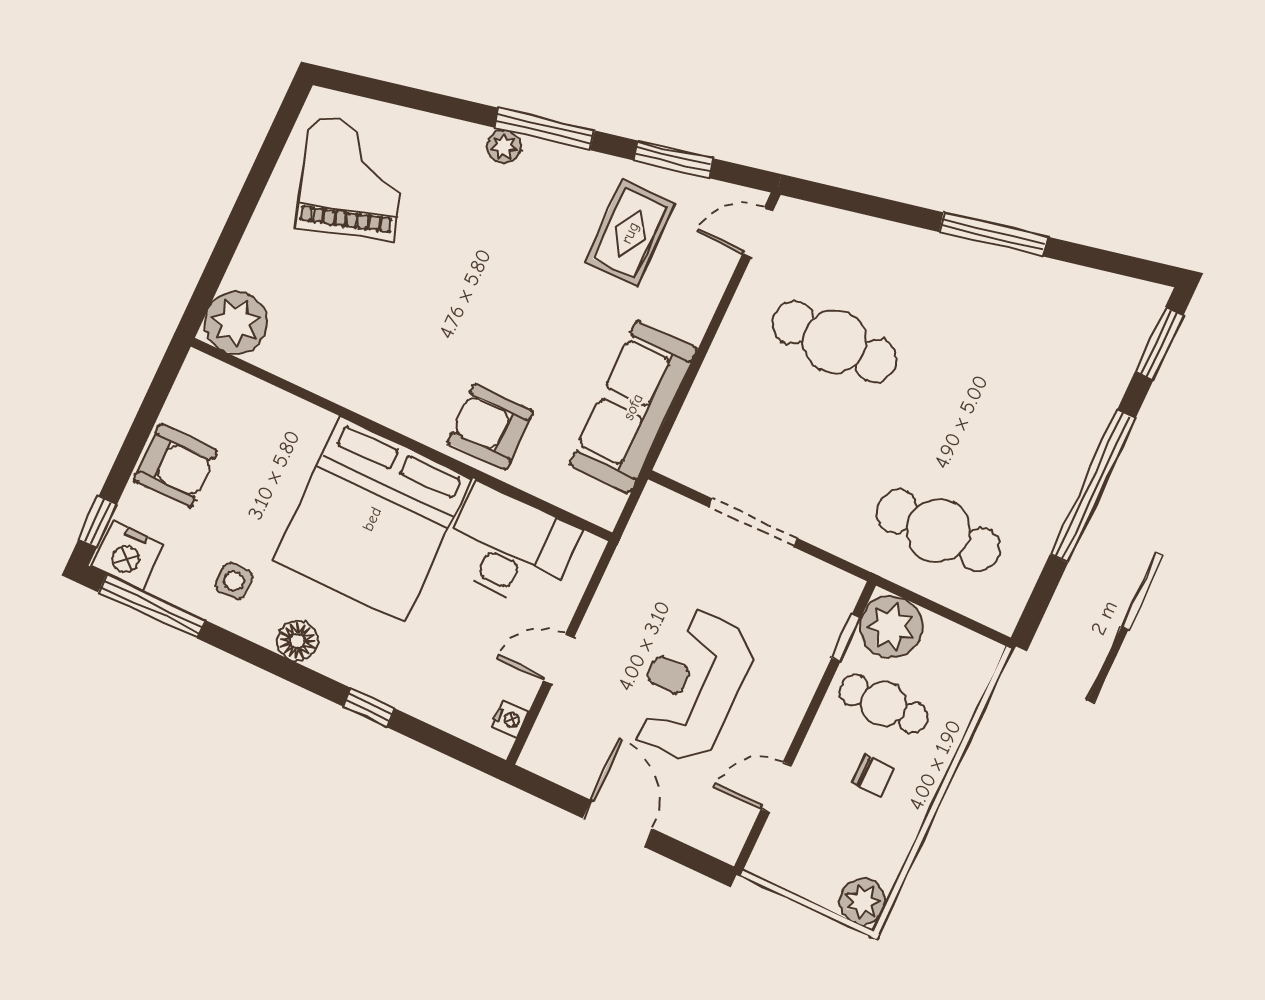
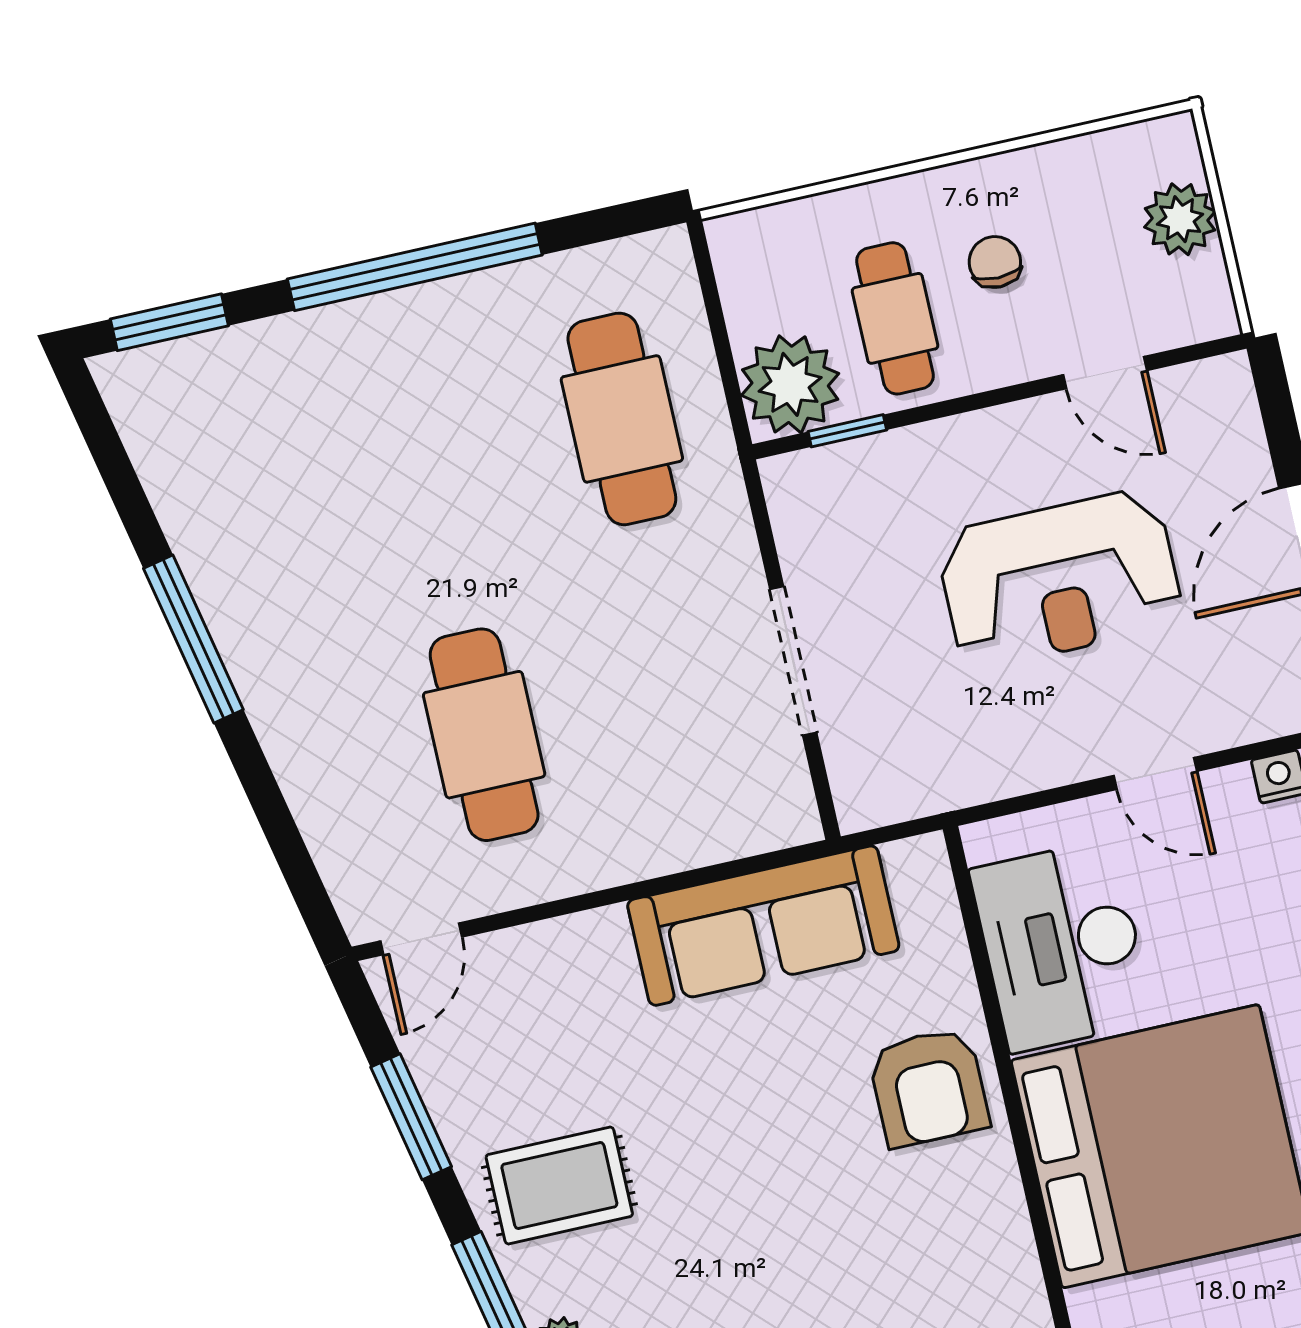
door: (758, 232) -> (421, 939), hinge flipped
rug: (630, 233) -> (559, 1186), moved
plant: (863, 901) -> (1180, 219), moved

